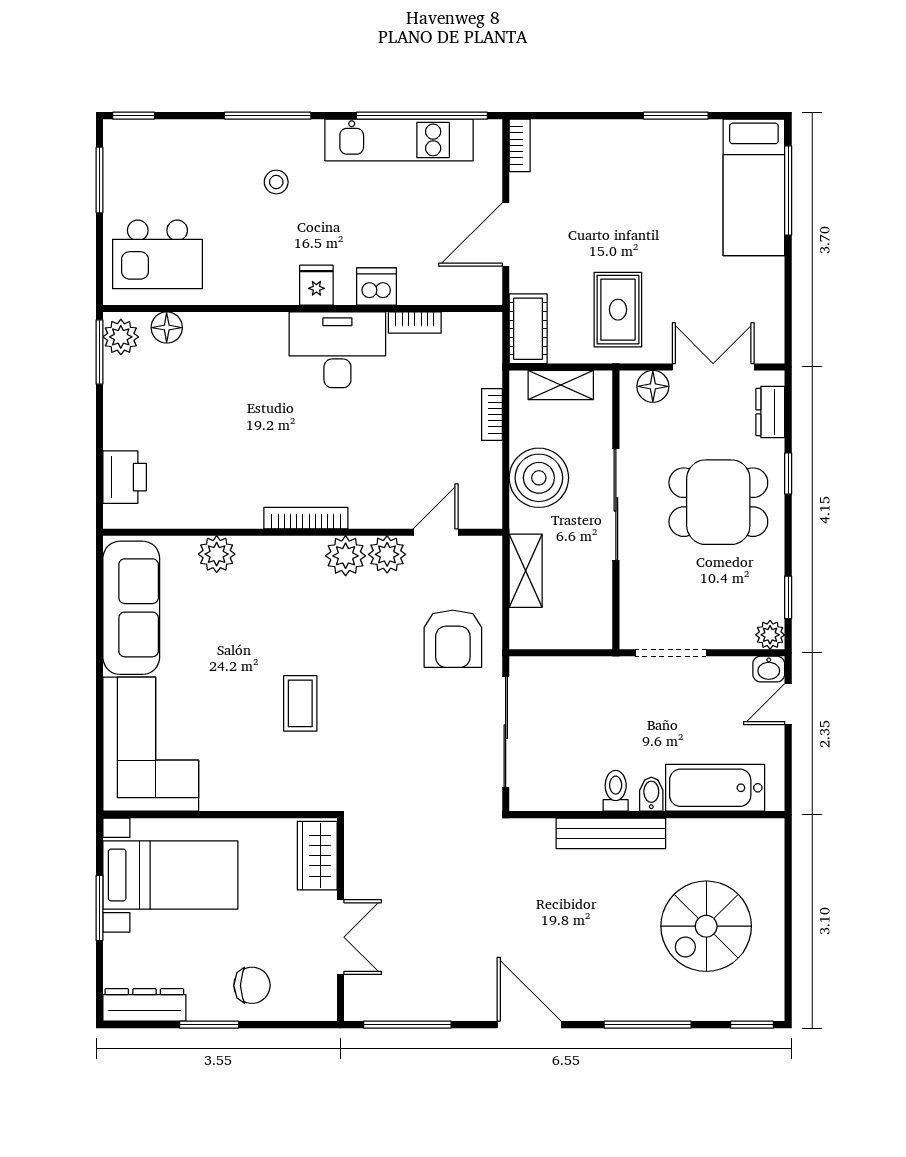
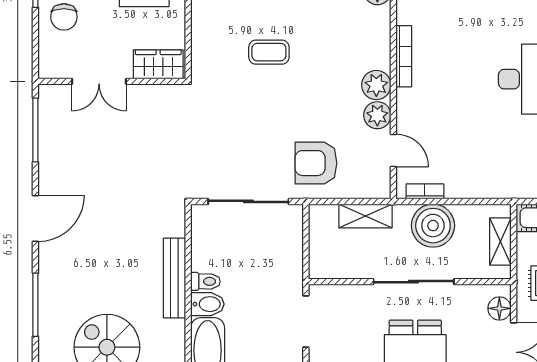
bookcase: (492, 415) -> (425, 191), moved
bidet: (651, 794) -> (207, 304), width x1.38, depth x1.36

